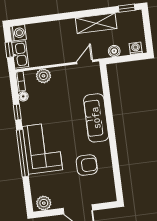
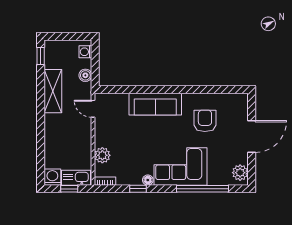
floor lamp: (23, 96) -> (148, 180), moved
window: (22, 153) -> (203, 189), moved

